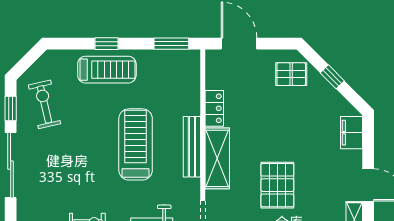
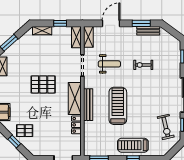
pallet: (291, 74) -> (25, 131), moved
treadmill: (136, 144) -> (118, 106), turned 180
pallet: (277, 185) -> (43, 84), turned 90

